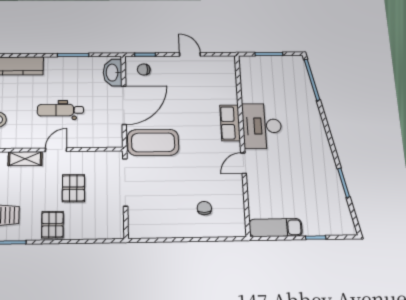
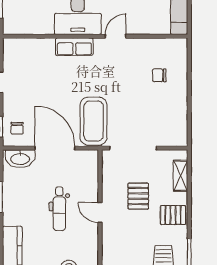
shelving: (25, 159) -> (181, 176), moved
door: (244, 163) -> (116, 36), swing flipped
pallet: (73, 188) -> (138, 196), turned 90

